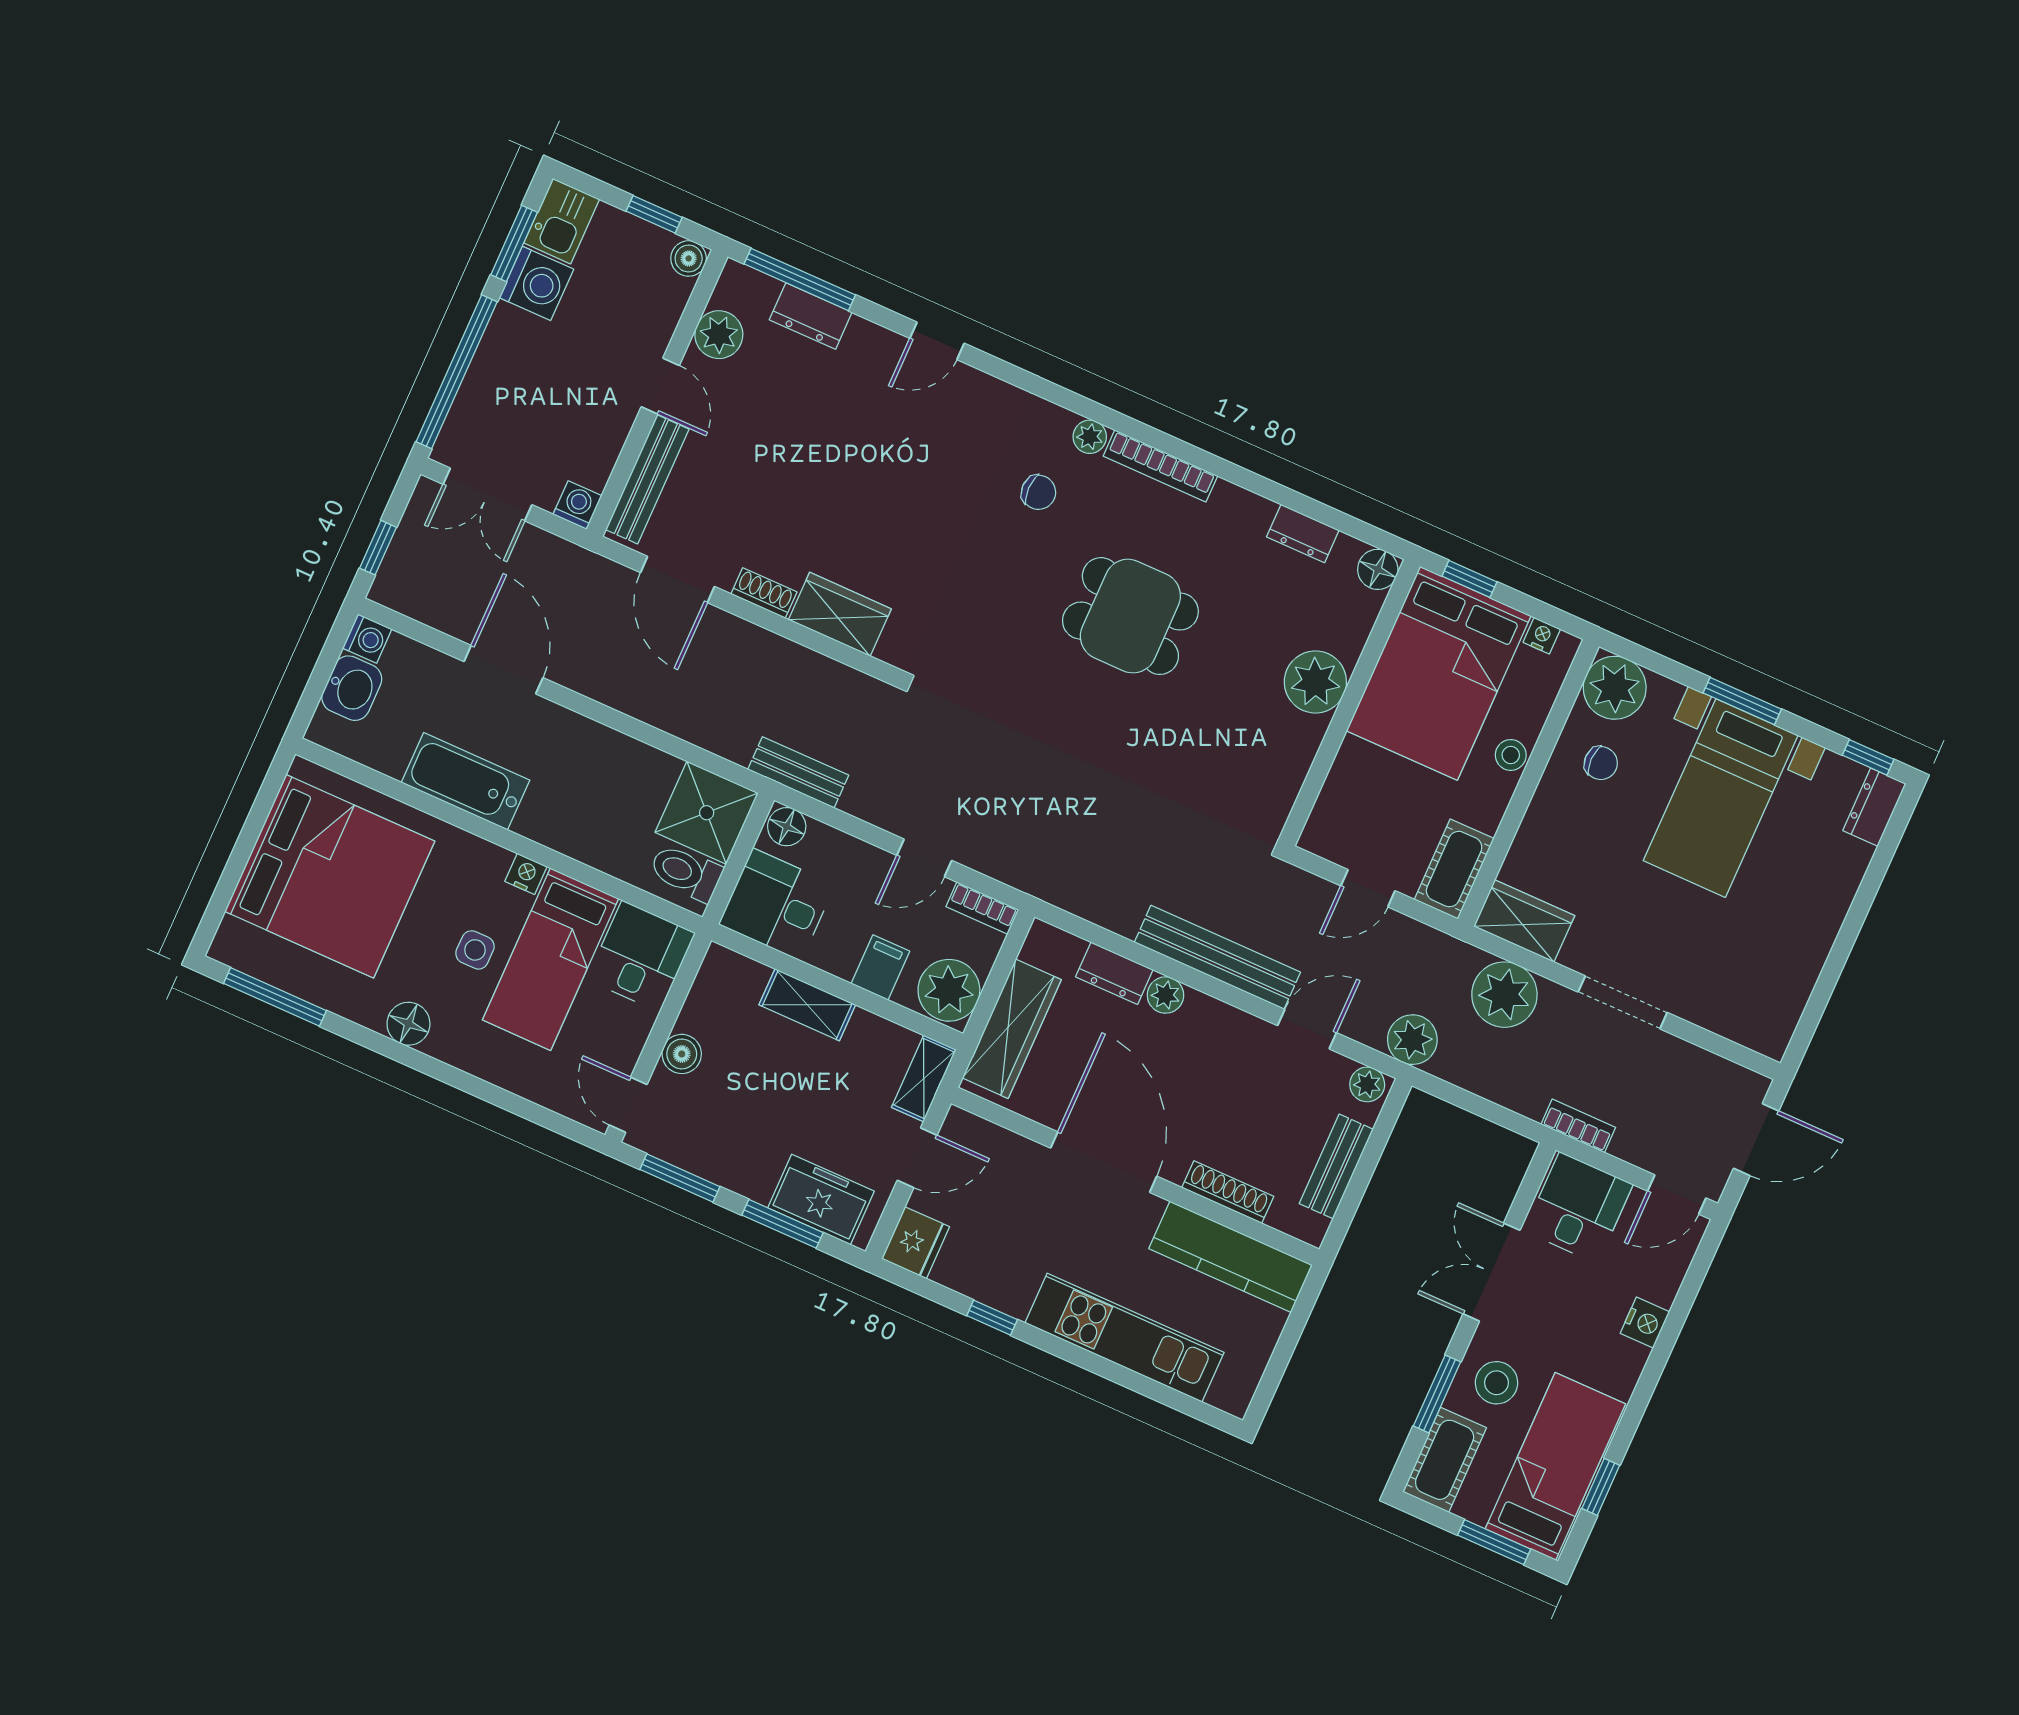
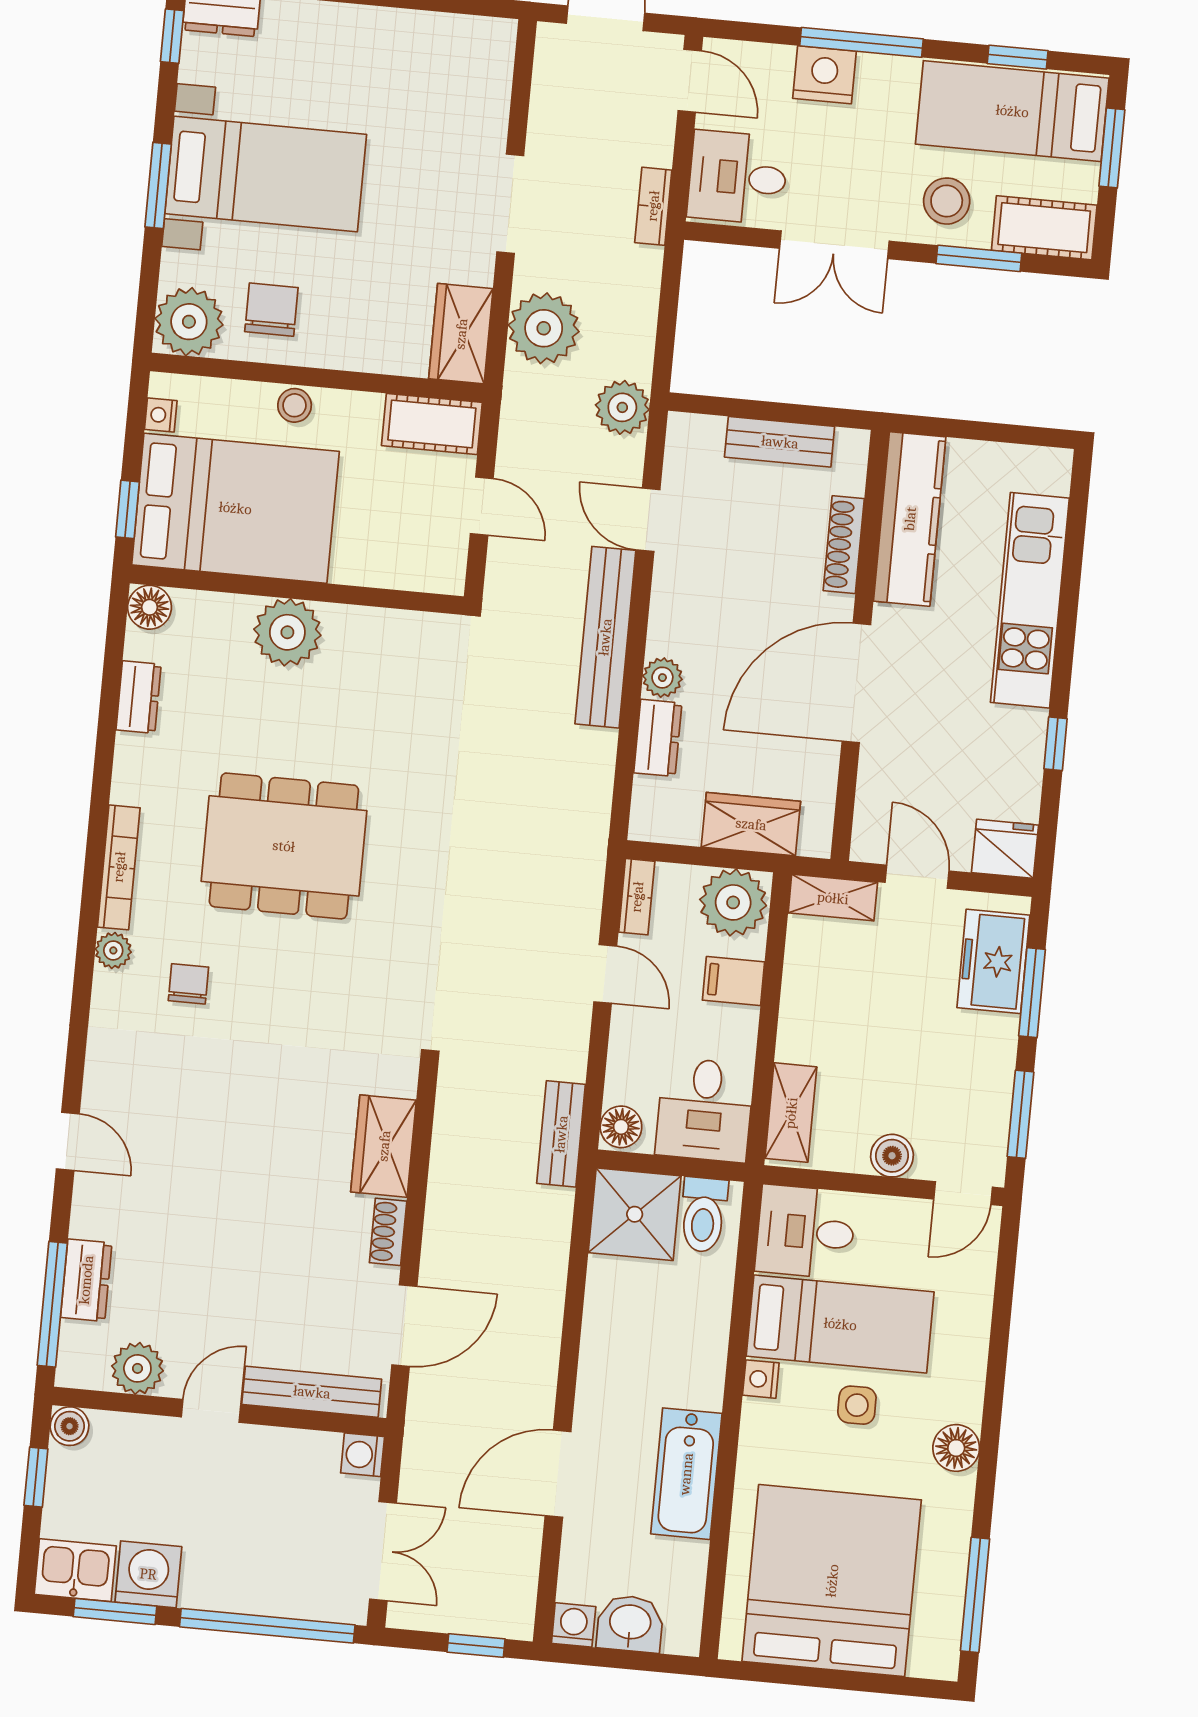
dining table: (1130, 616) -> (284, 846), width x1.38
chair: (1601, 763) -> (271, 310), width x1.37, depth x1.37
shelving: (807, 1005) -> (791, 1113), moved
wardrobe: (1012, 1029) -> (751, 824), width x0.67
plant: (1367, 1084) -> (684, 438), removed
nightstand: (1645, 1323) -> (824, 75), width x1.36, depth x1.33
window: (1660, 1355) -> (862, 42), added

